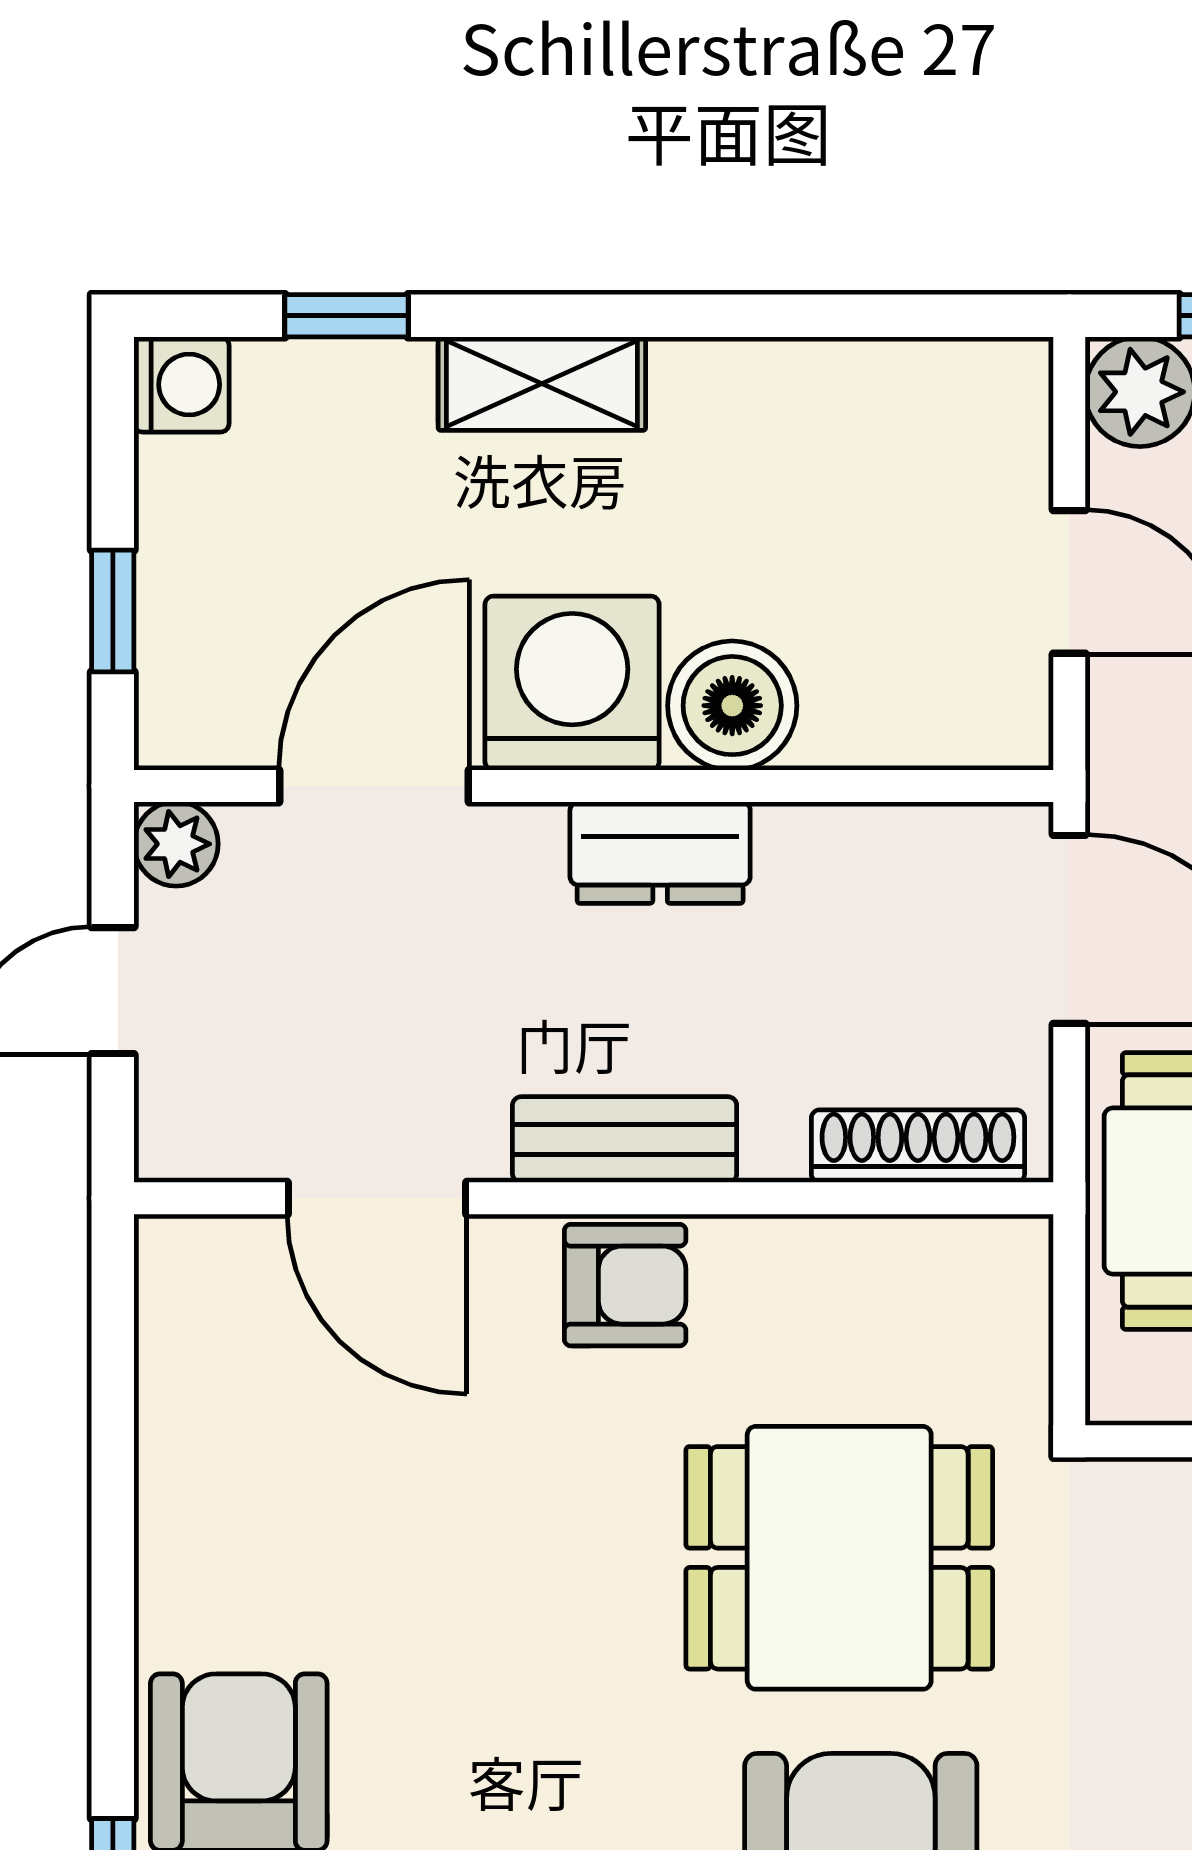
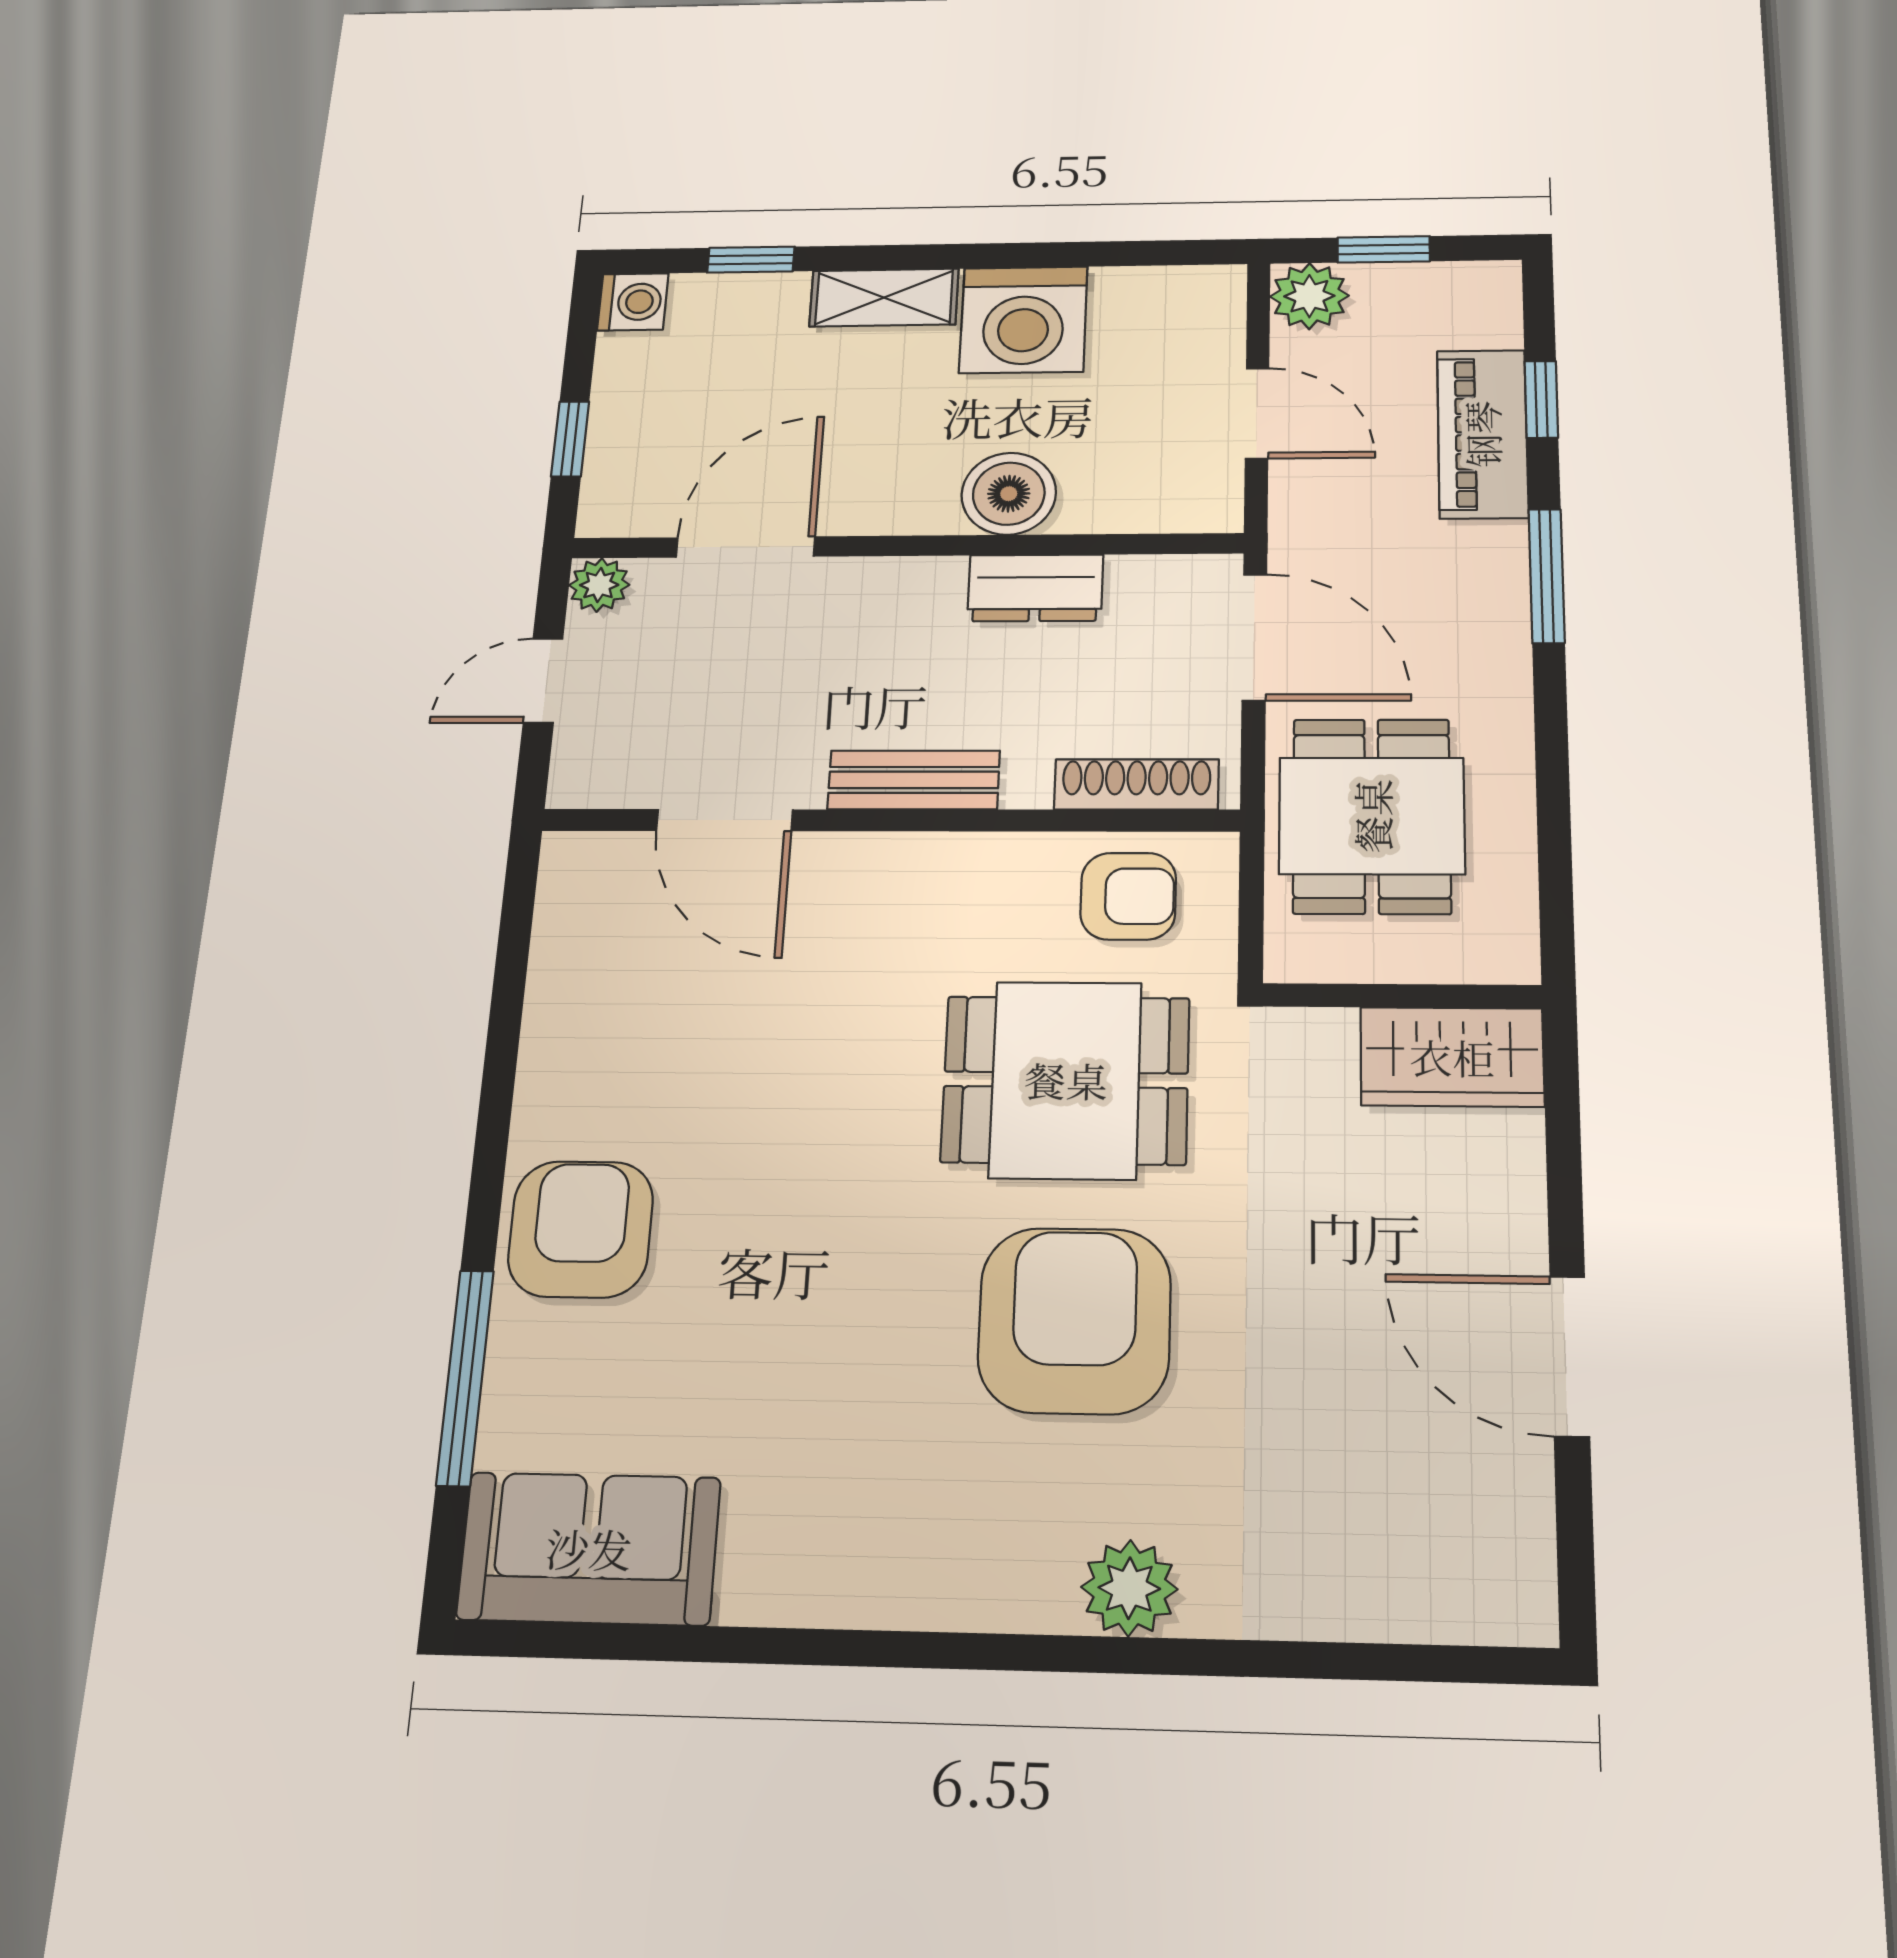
washing machine: (572, 683) -> (1023, 320), moved, turned 180
dresser: (660, 853) -> (1035, 588), moved
armchair: (625, 1285) -> (1128, 896), moved

